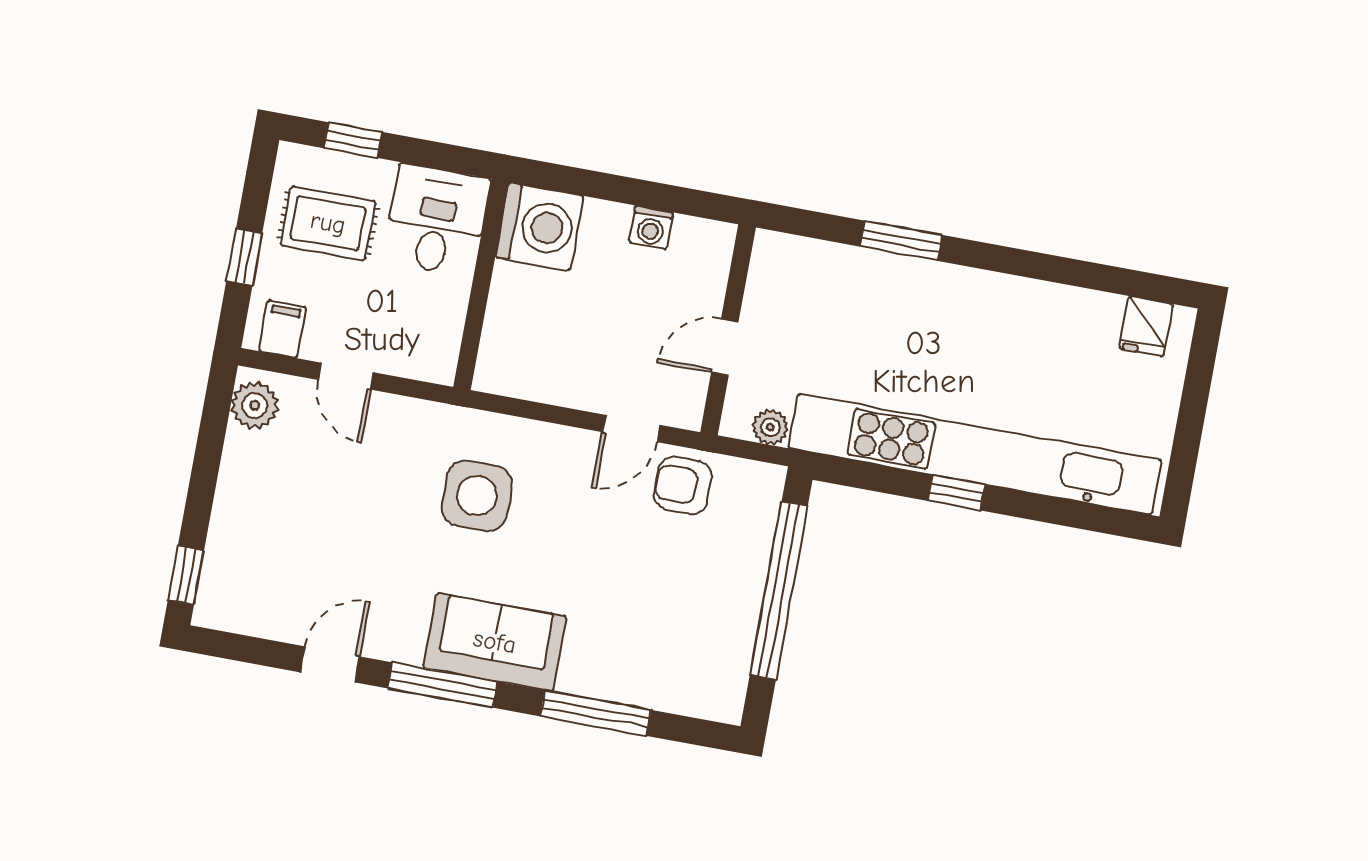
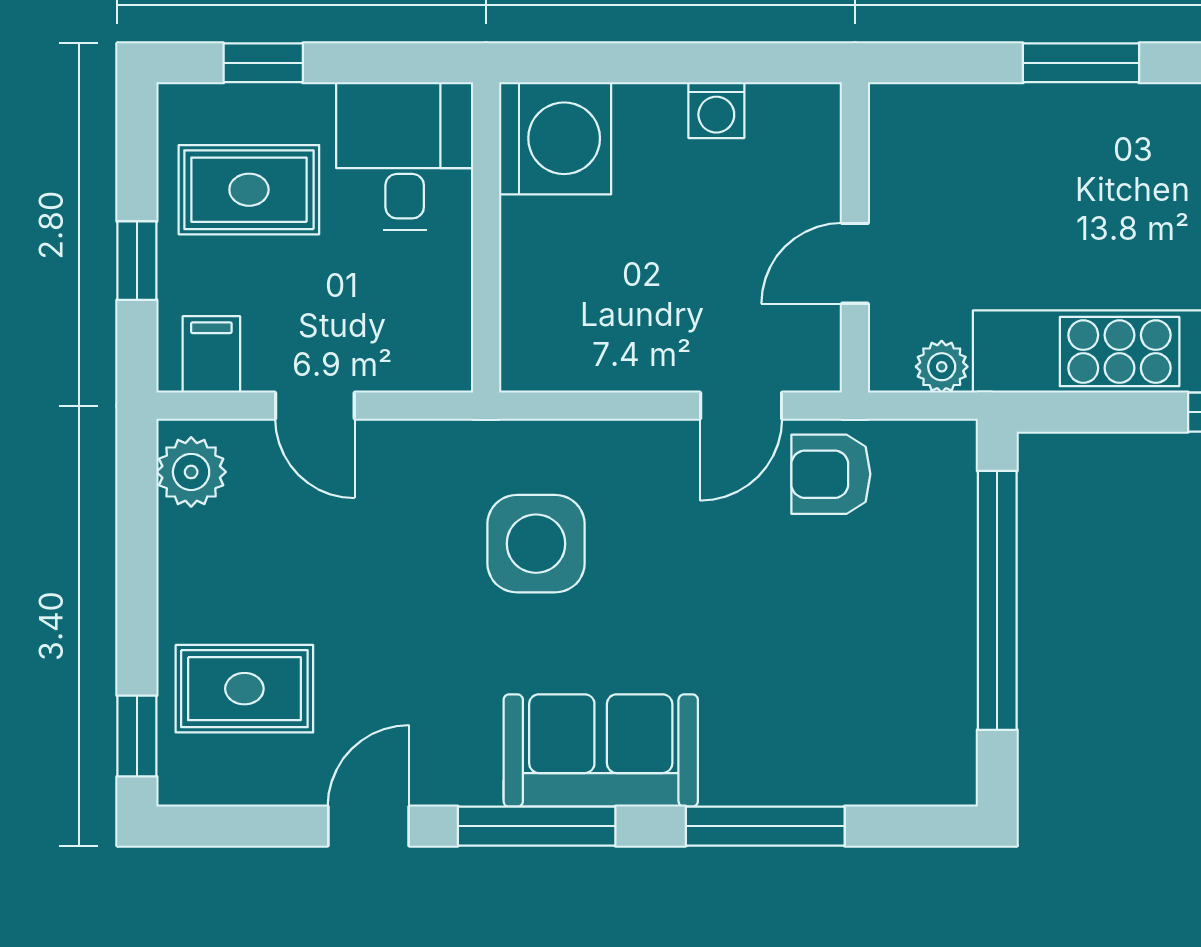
rug: (264, 557) -> (244, 689), added

